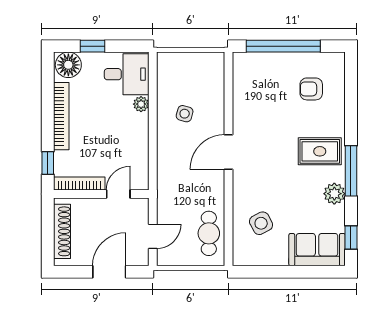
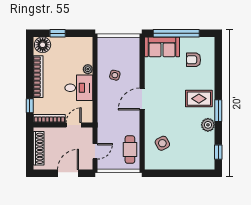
desk: (127, 74) -> (79, 88), moved
window: (351, 171) -> (218, 111), width x0.69
sofa: (317, 250) -> (162, 47), moved, turned 180

